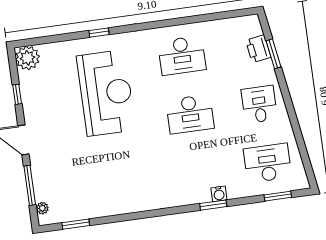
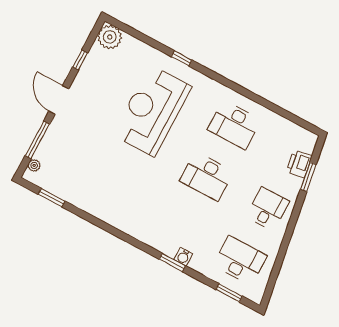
reception desk: (106, 93) -> (152, 111), turned 180

